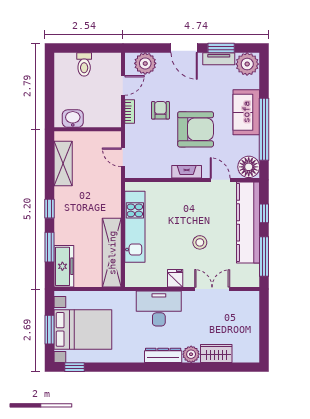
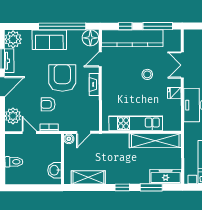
boiler: (114, 138) -> (69, 139), added

